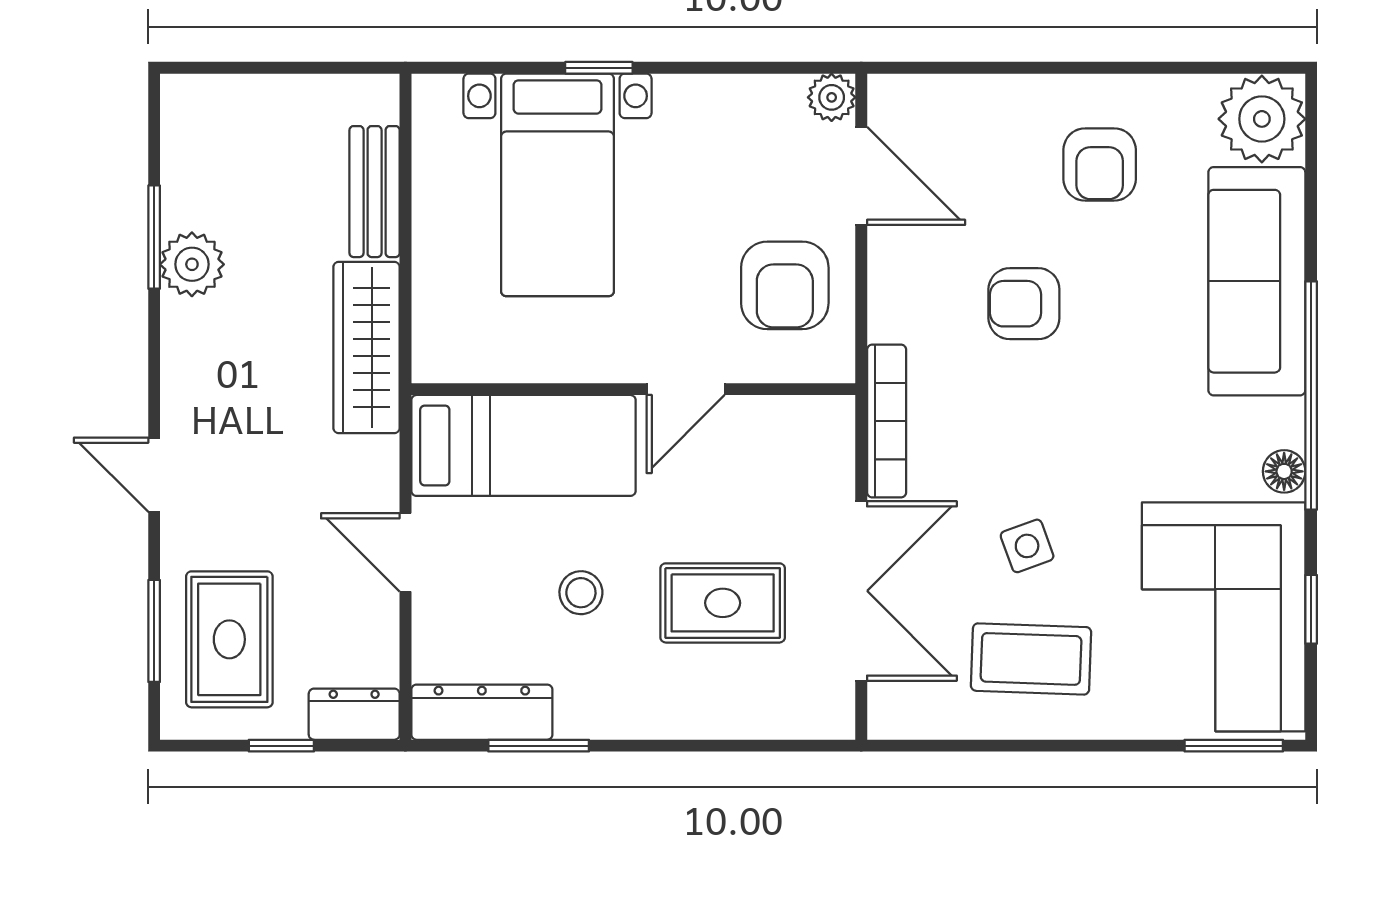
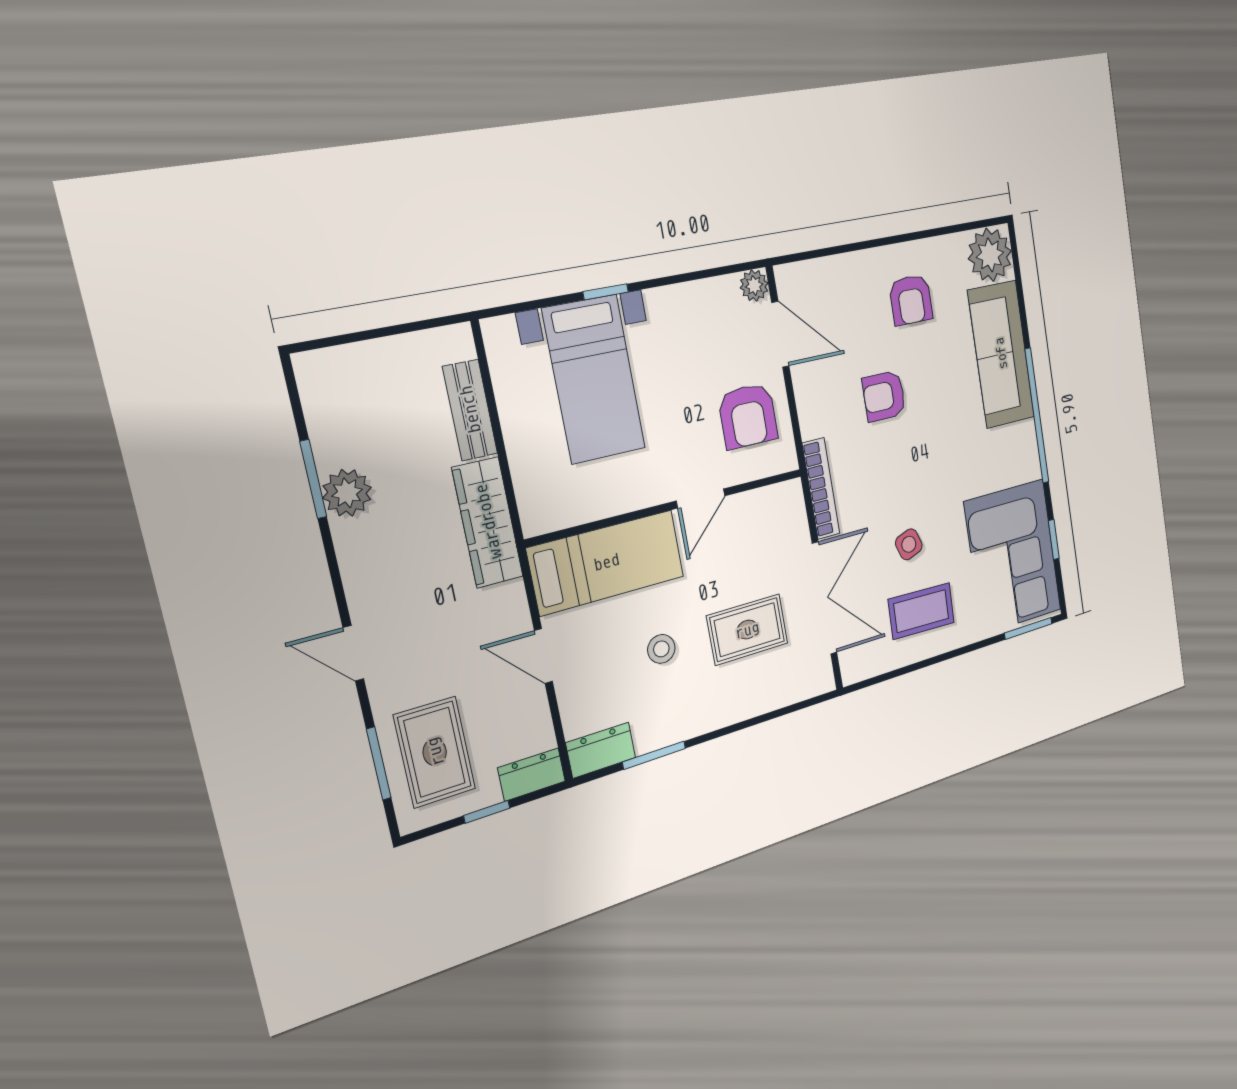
floor lamp: (1284, 471) -> (1030, 464), removed
dresser: (482, 712) -> (601, 750), width x0.70

